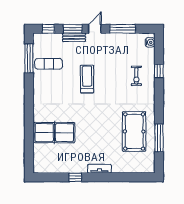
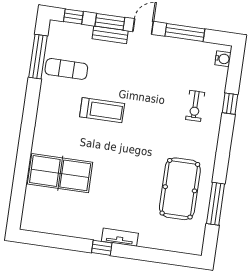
treadmill: (87, 79) -> (102, 110), moved, turned 90
window: (75, 177) -> (102, 248), moved

